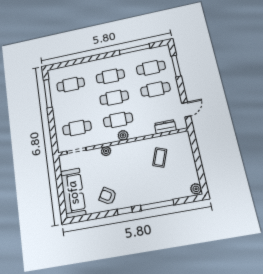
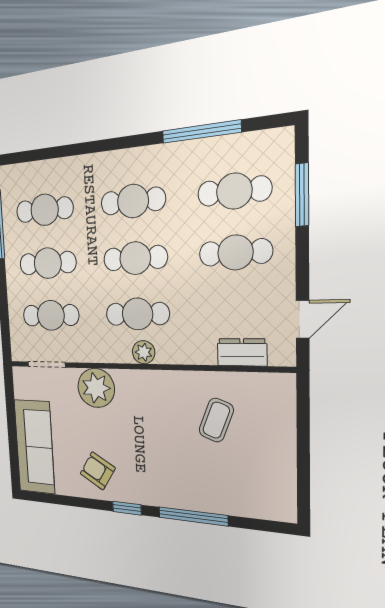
cafe table: (74, 106) -> (48, 263), added
plant: (106, 151) -> (96, 388), width x1.87, depth x1.87
plant: (196, 189) -> (284, 508), removed

